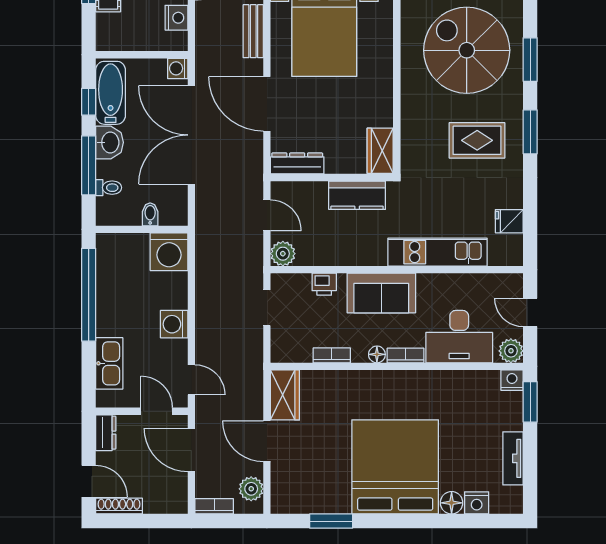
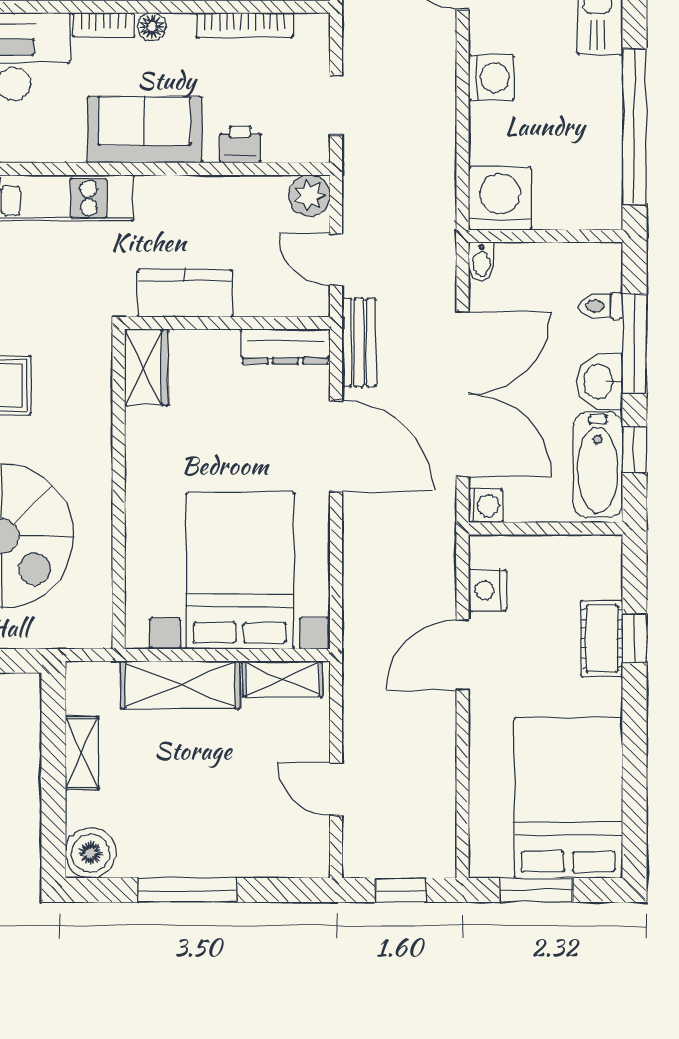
bench: (253, 31) -> (359, 342), moved
bidet: (150, 214) -> (482, 261), moved
bookcase: (332, 355) -> (245, 25), width x1.56

